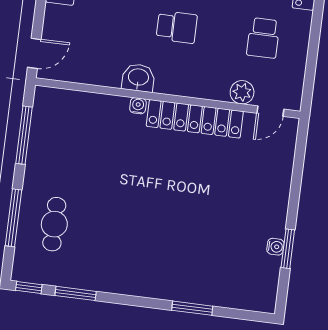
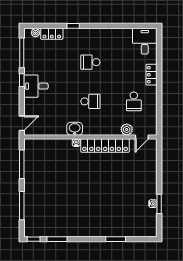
cafe table: (54, 224) -> (42, 206), removed

